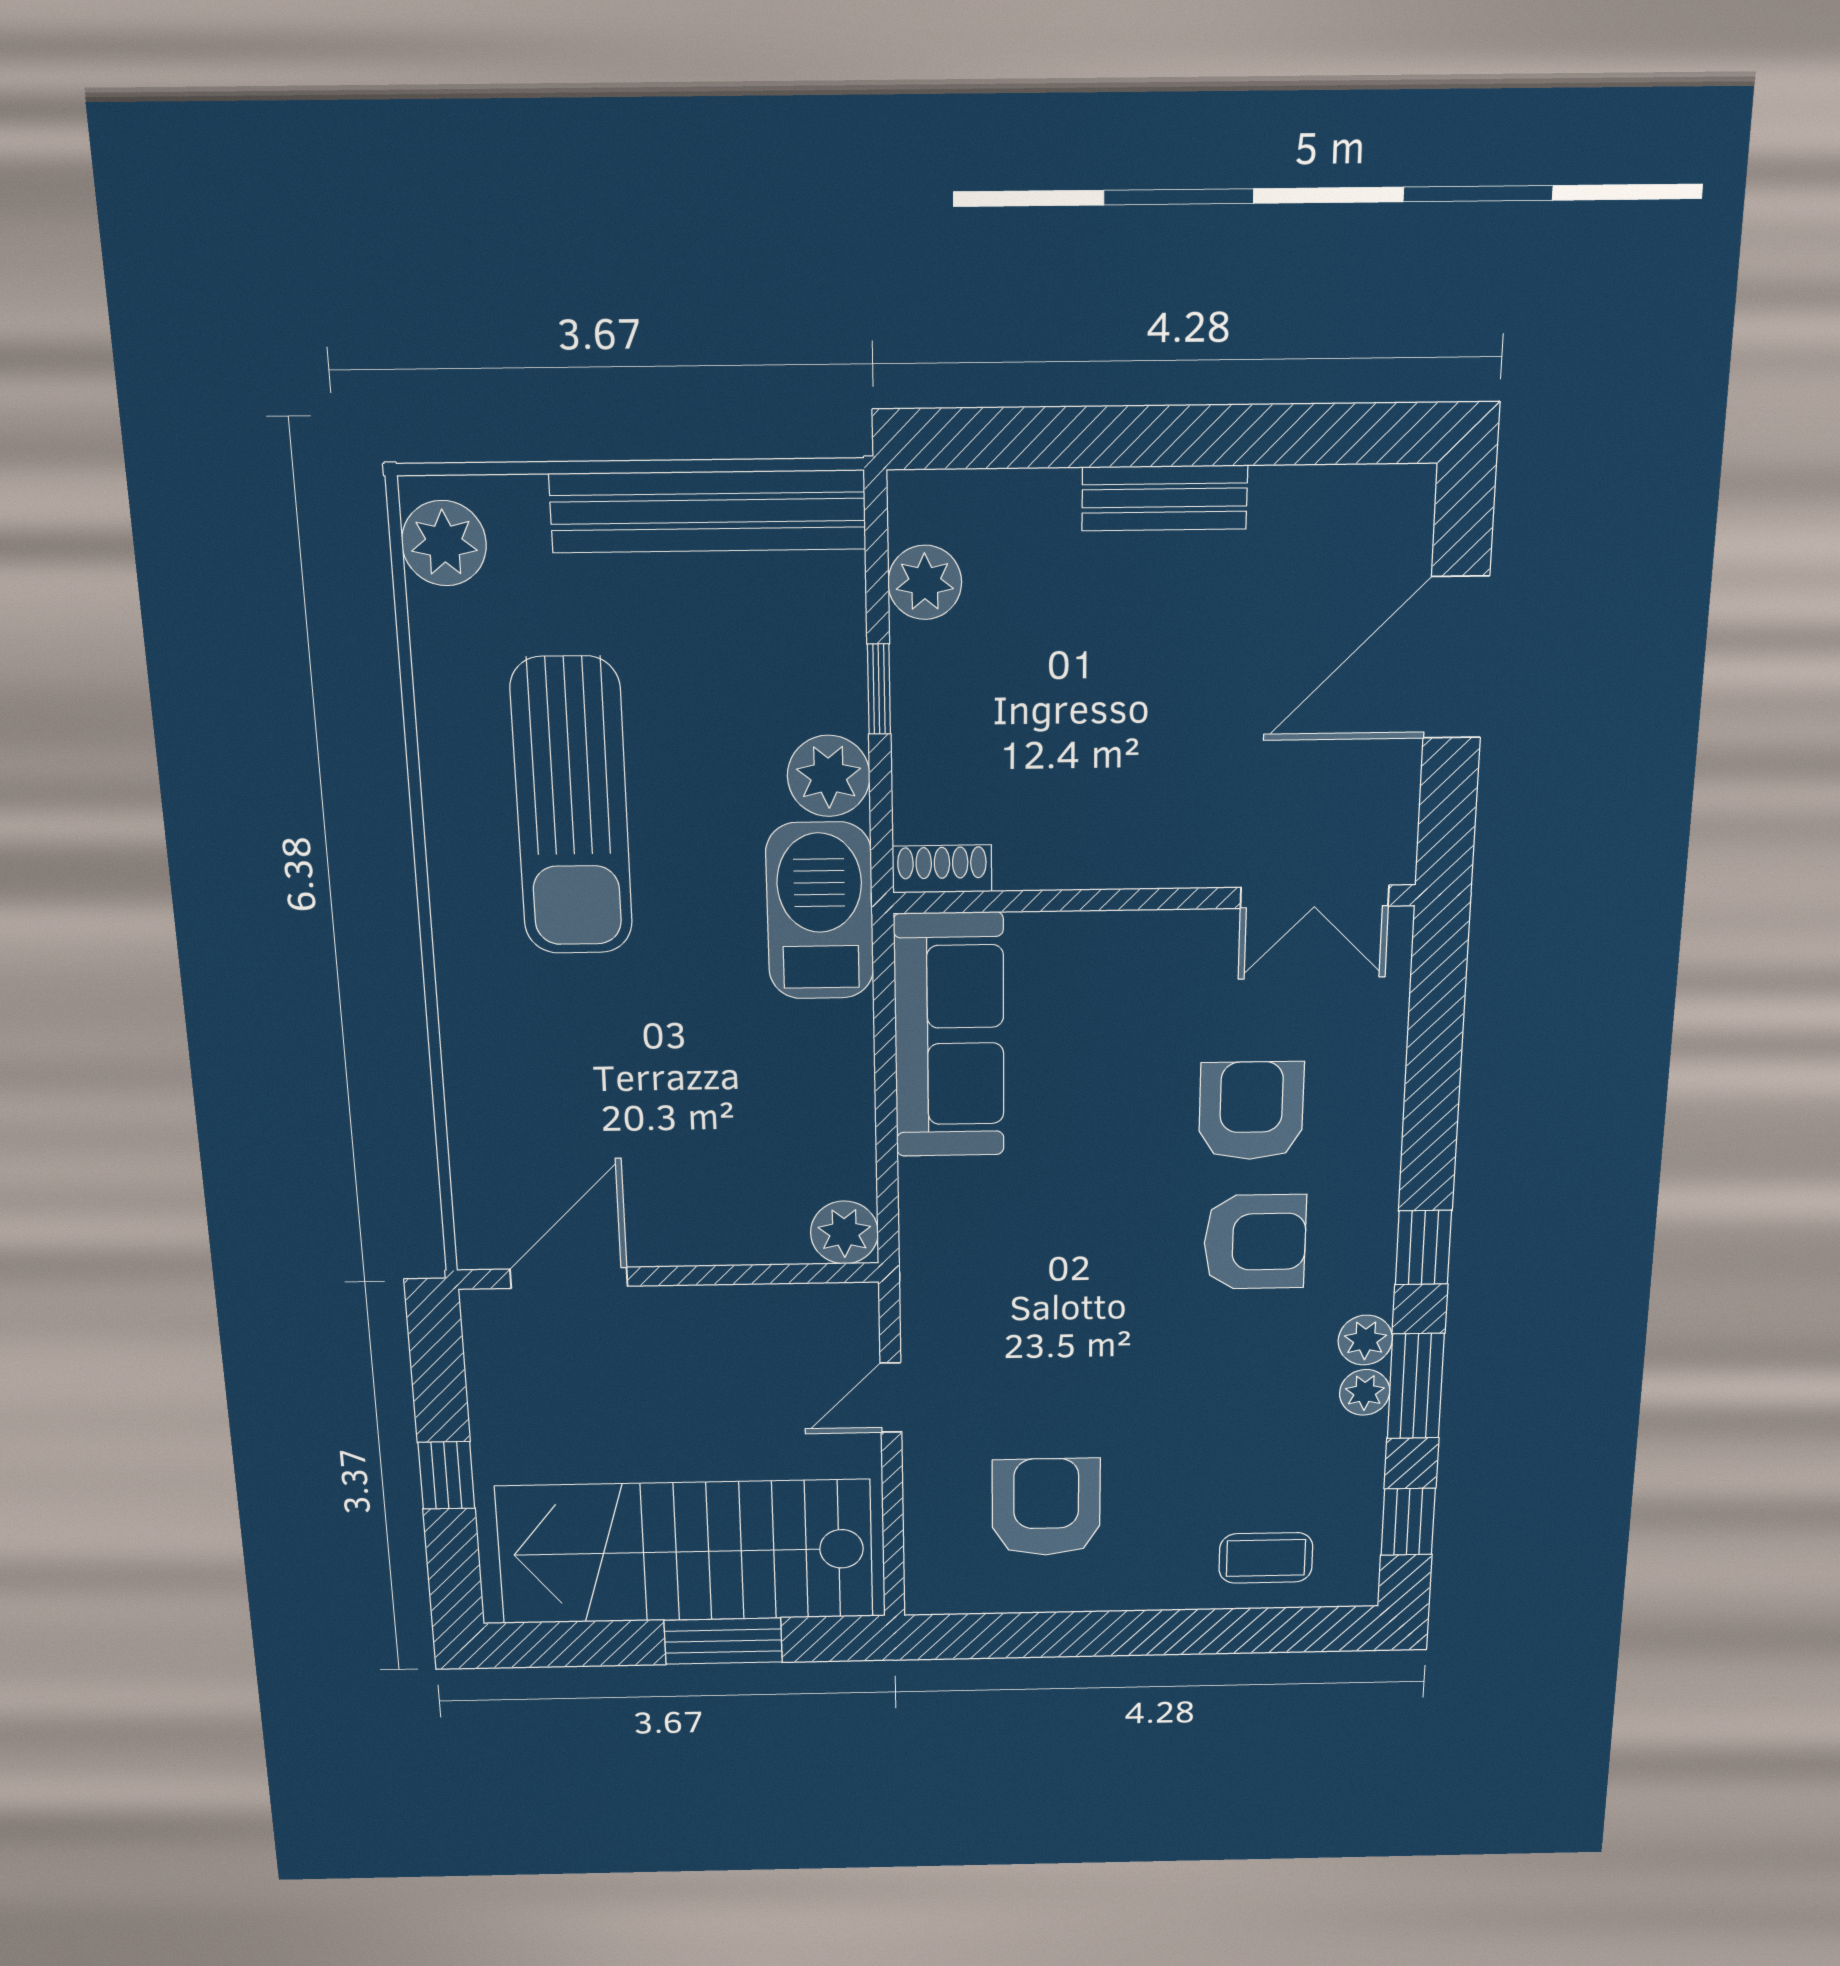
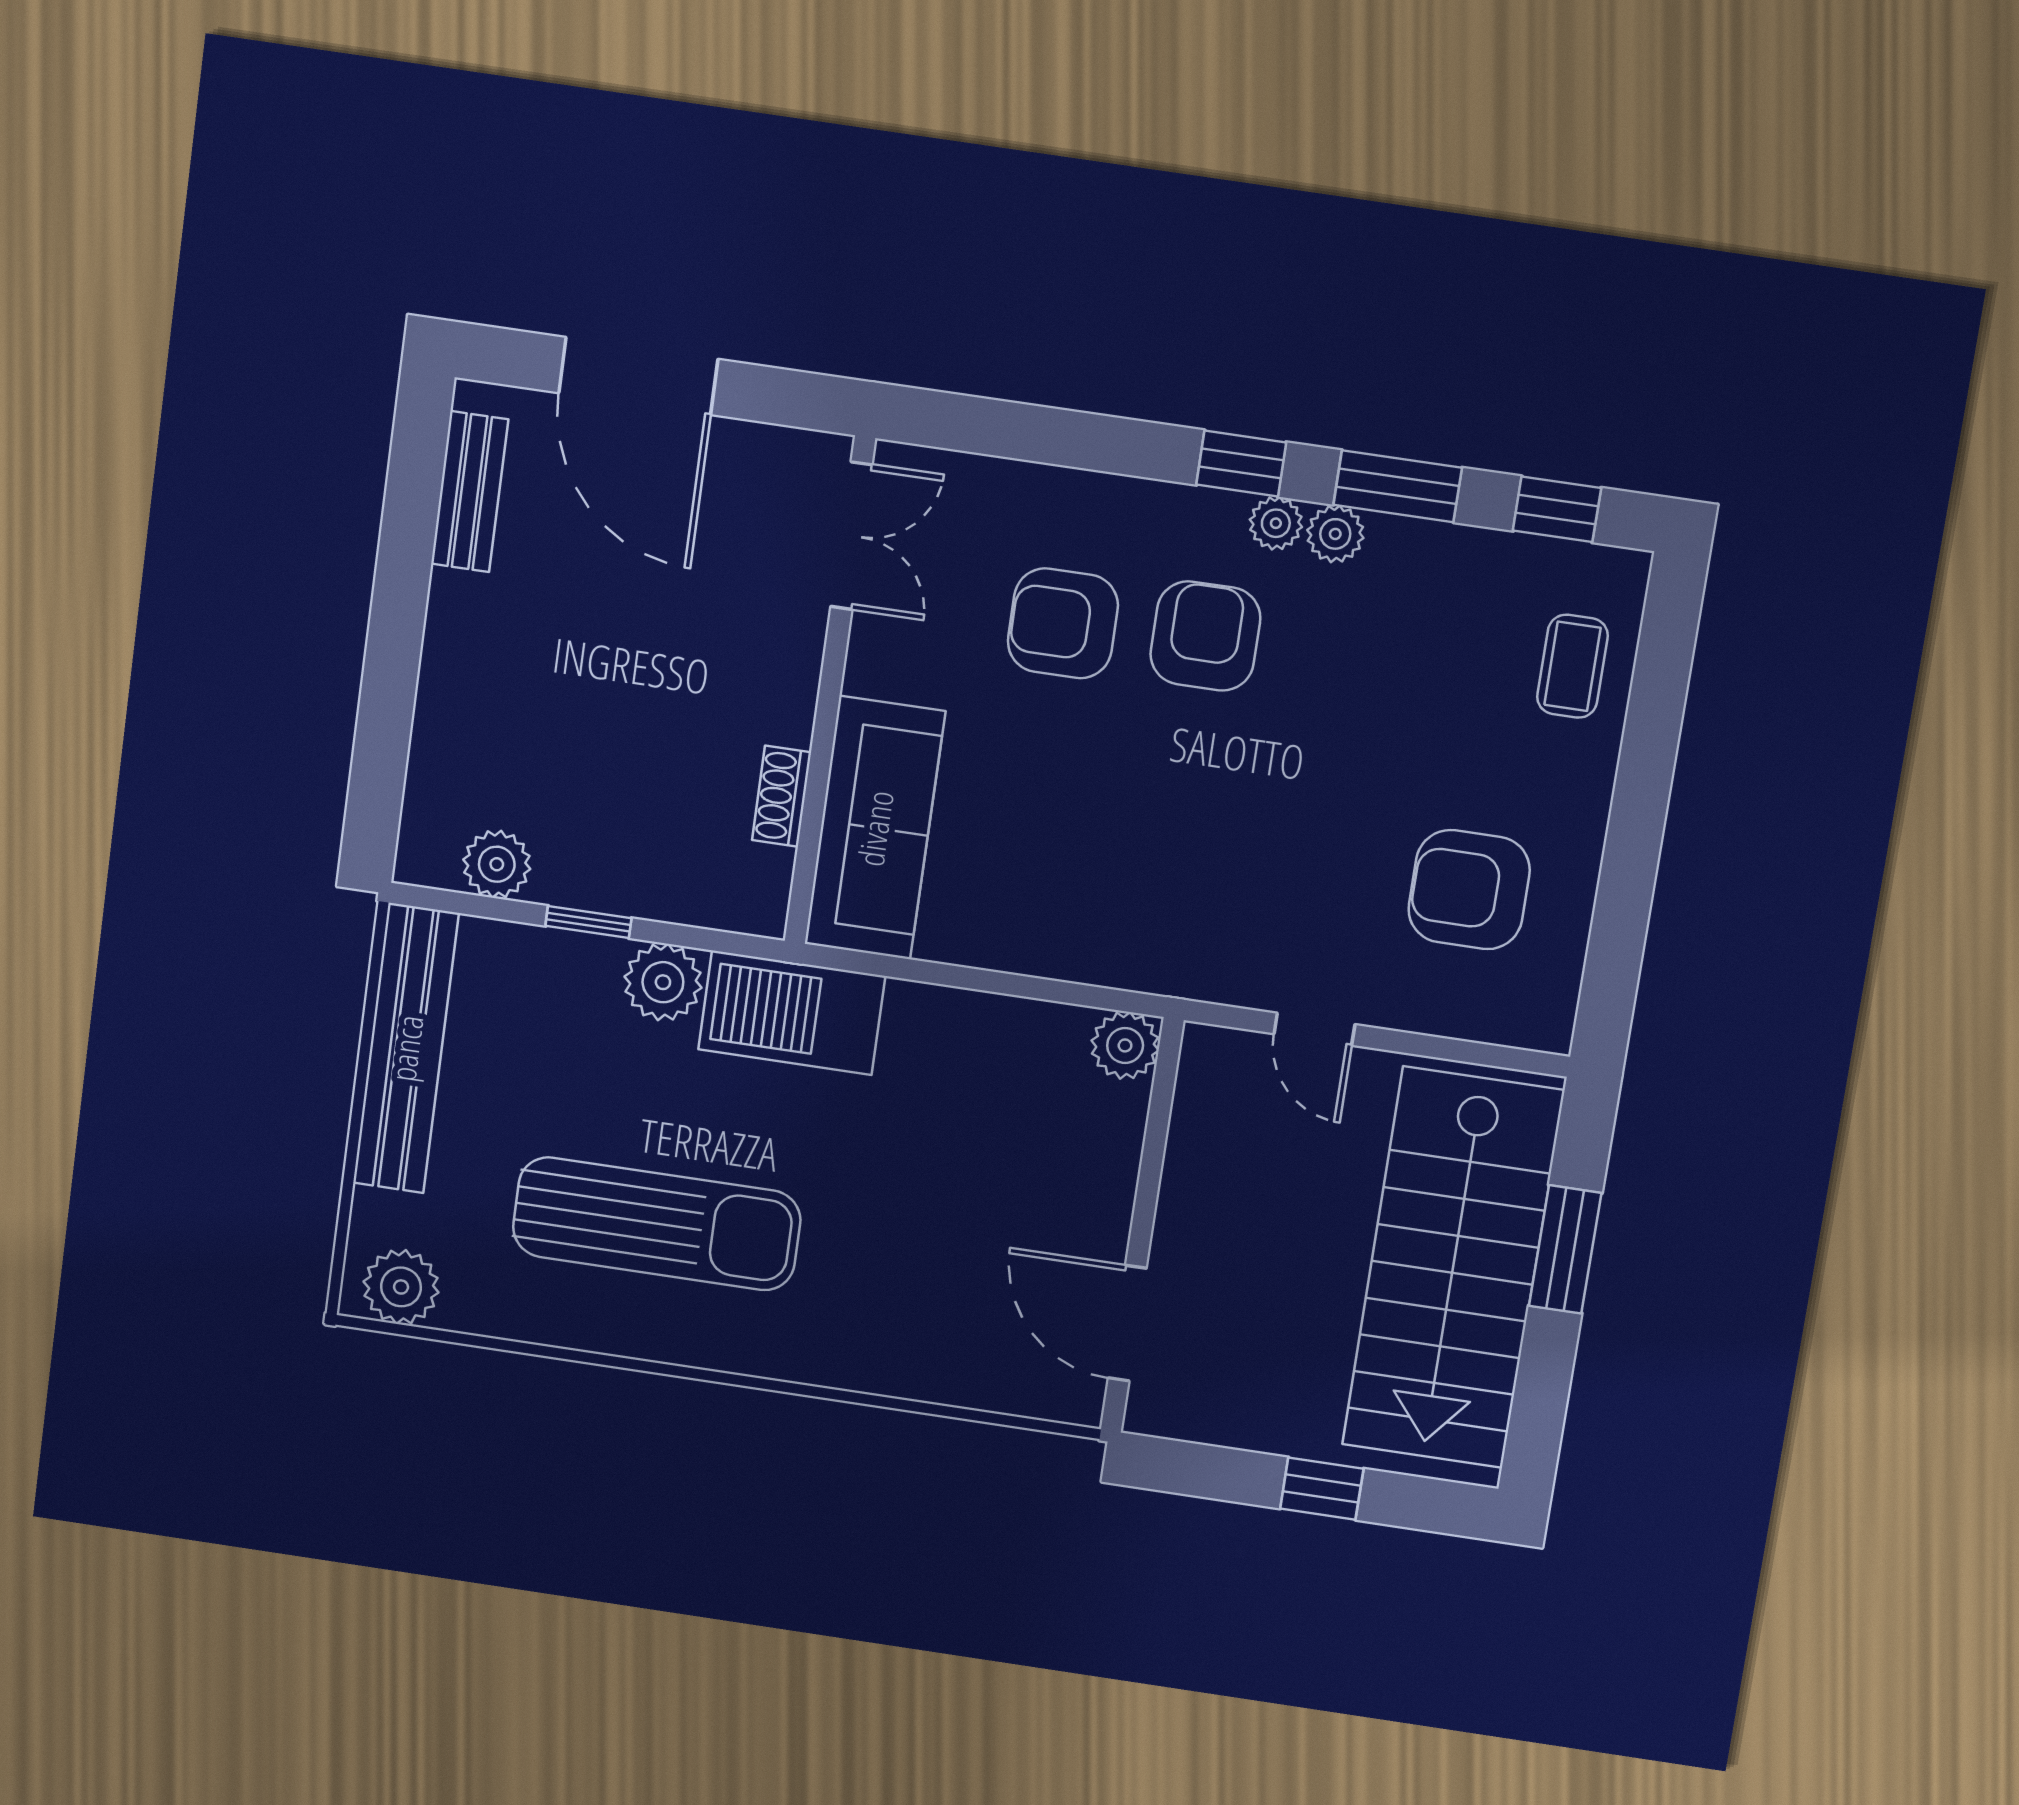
bench: (1165, 498) -> (470, 492), moved
shoe rack: (942, 869) -> (782, 796), moved
sofa: (949, 1036) -> (875, 828), moved, turned 90
plant: (1365, 1392) -> (1276, 523), moved

